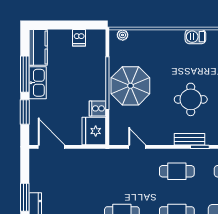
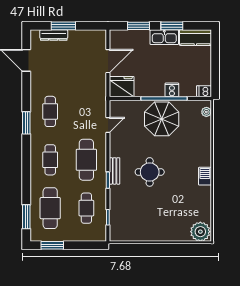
dishwasher: (79, 38) -> (204, 91), moved
window: (25, 74) -> (172, 26), width x0.69
cooker: (98, 108) -> (172, 90), moved
door: (52, 147) -> (108, 61), moved
cafe table: (177, 171) -> (86, 160), width x1.37, depth x1.35

